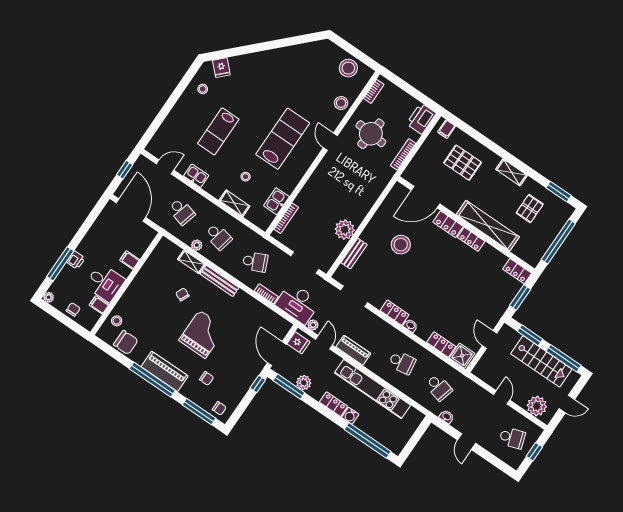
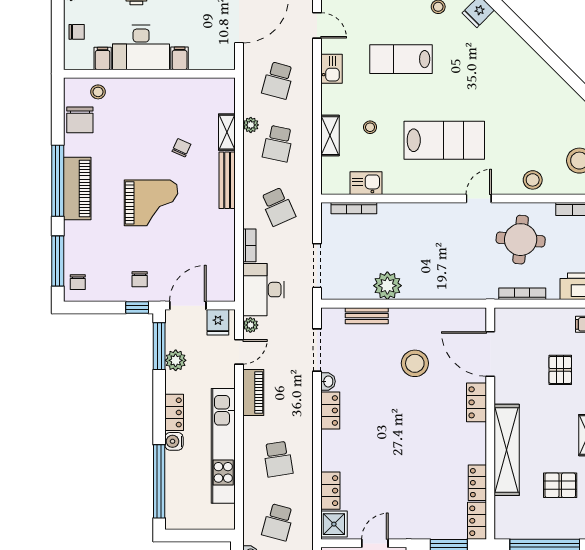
pallet: (463, 163) -> (560, 370), width x0.67, depth x0.71
locker: (471, 239) -> (477, 483), moved
desk: (105, 283) -> (141, 48), width x1.37
washbasin: (410, 325) -> (328, 381), moved
chair: (207, 378) -> (140, 279), moved

